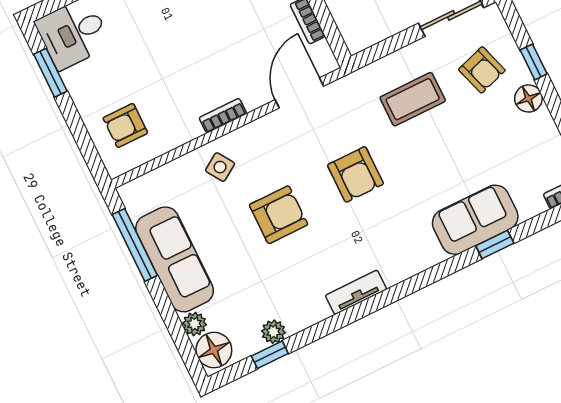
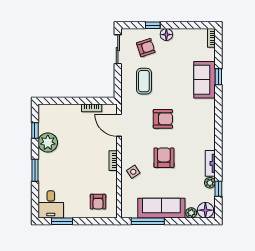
tv unit: (356, 292) -> (210, 163), moved

